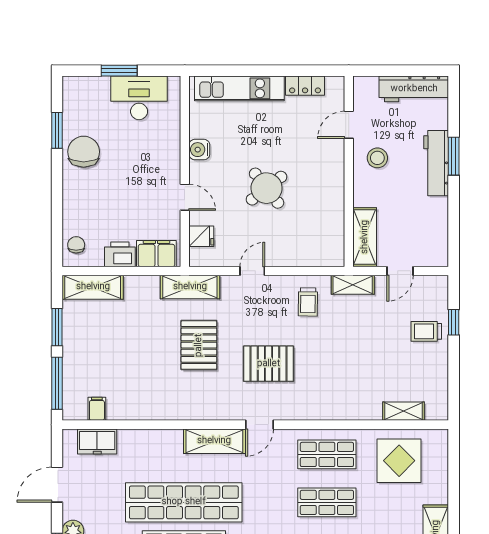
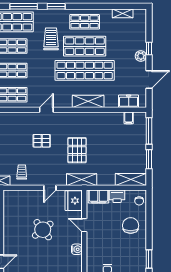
chair: (84, 152) -> (131, 226), moved, turned 180
fridge: (201, 236) -> (74, 201), width x1.88, depth x1.34
pallet: (269, 364) -> (42, 141), width x0.67, depth x0.71
shelving: (214, 441) -> (88, 101), moved

